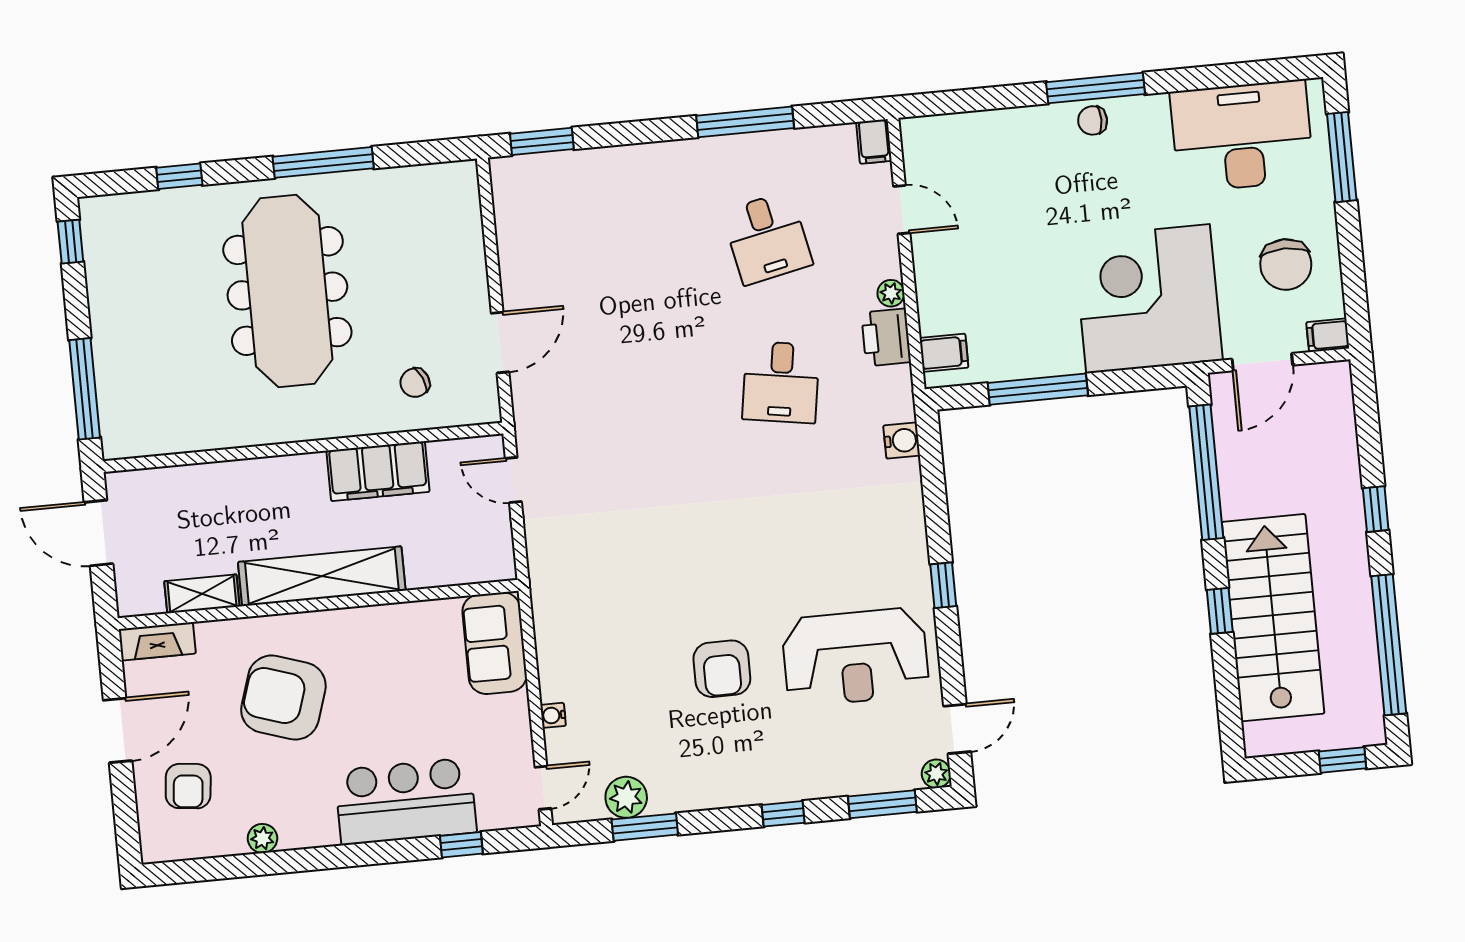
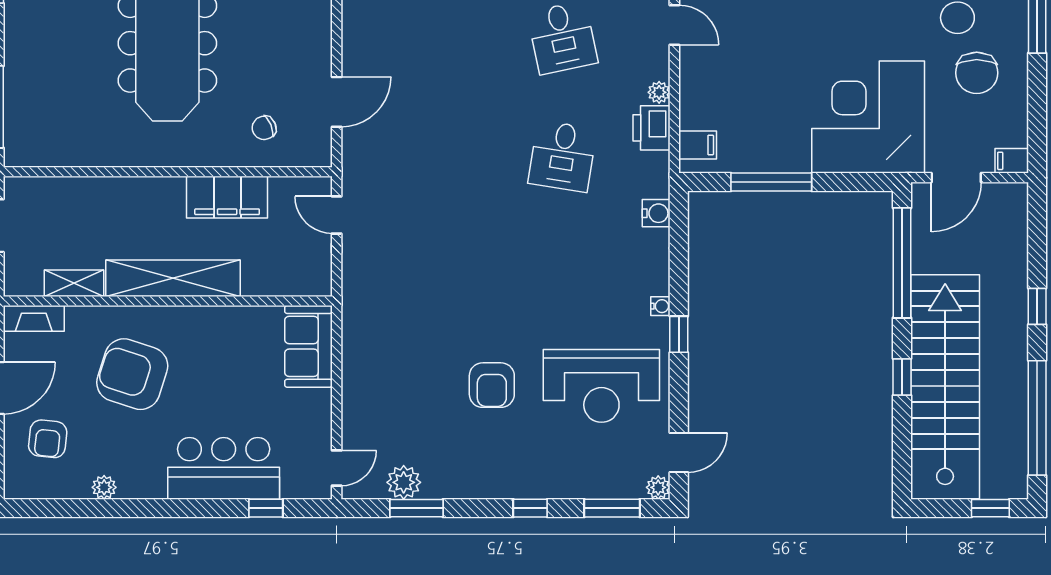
chair: (1286, 265) -> (977, 73), moved
stairs: (1273, 618) -> (945, 387), width x1.36
water cooler: (553, 715) -> (660, 306), moved, turned 180

